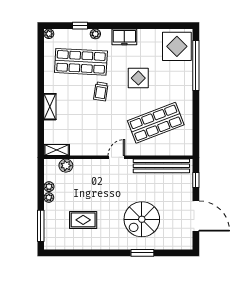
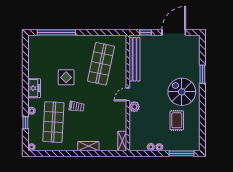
display table: (177, 46) -> (41, 47), removed
shop shelf: (156, 123) -> (101, 64), turned 33
door: (116, 157) -> (128, 94), hinge flipped
plant: (66, 166) -> (134, 107), moved
spiral stairs: (142, 219) -> (182, 92), moved, turned 180

